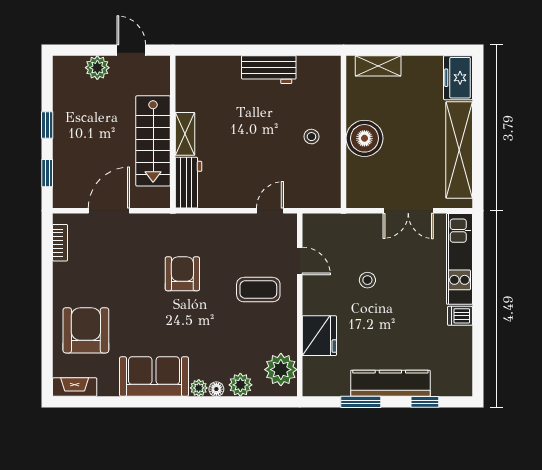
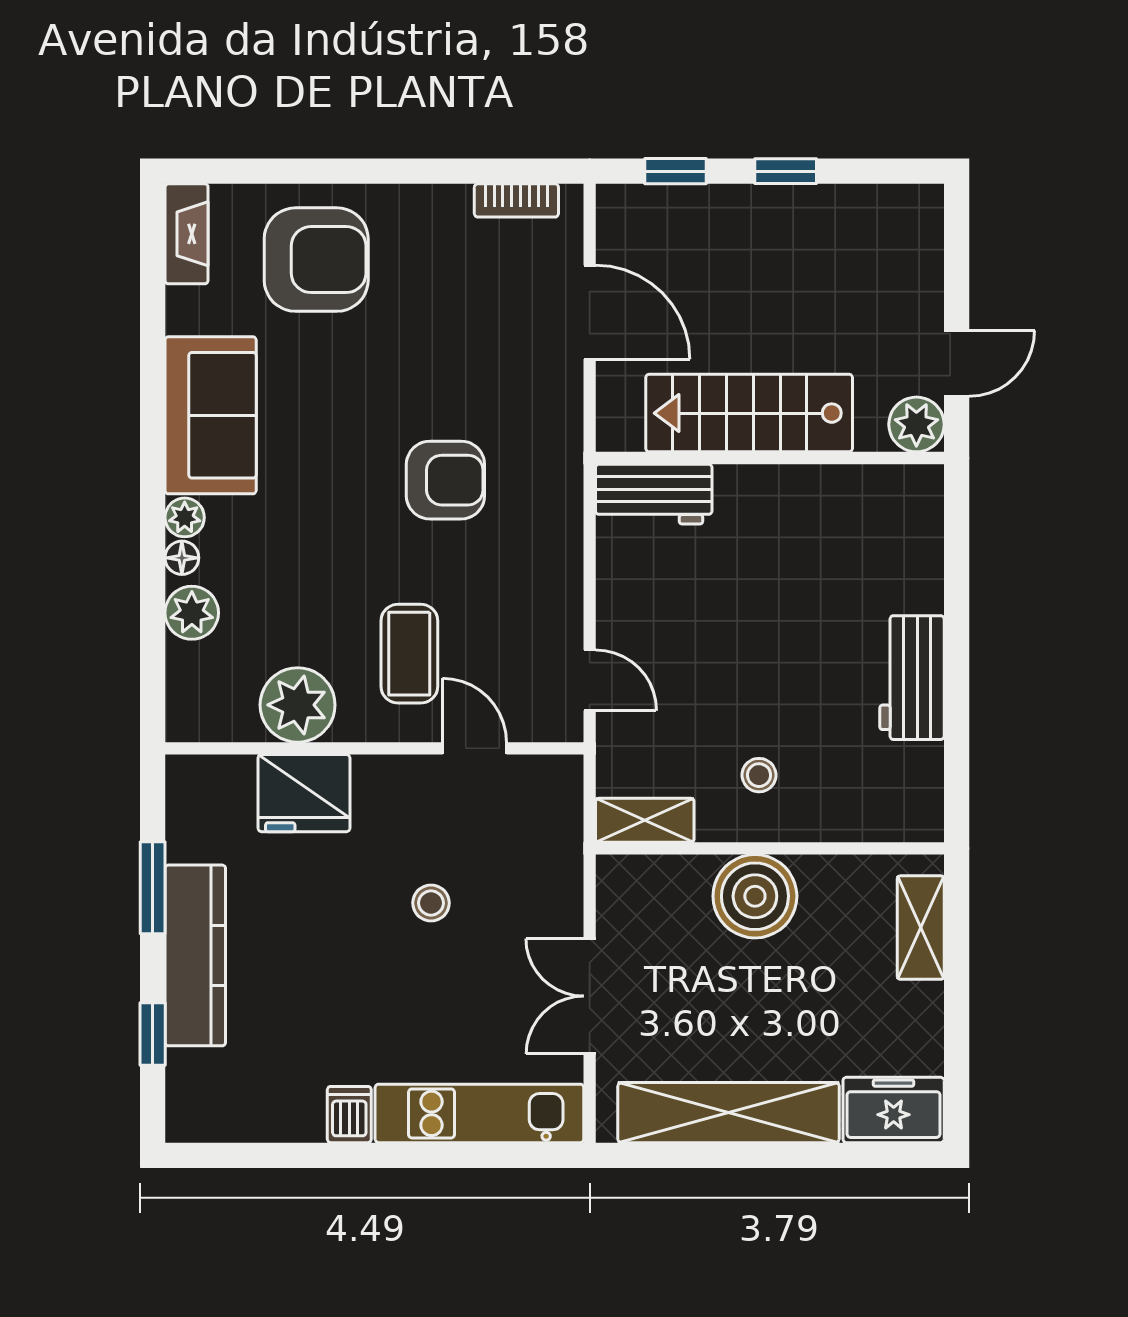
plant: (97, 68) -> (916, 424), moved
shelving: (185, 134) -> (645, 820), moved
door: (300, 261) -> (475, 748), swing flipped
plant: (281, 370) -> (298, 705), moved

